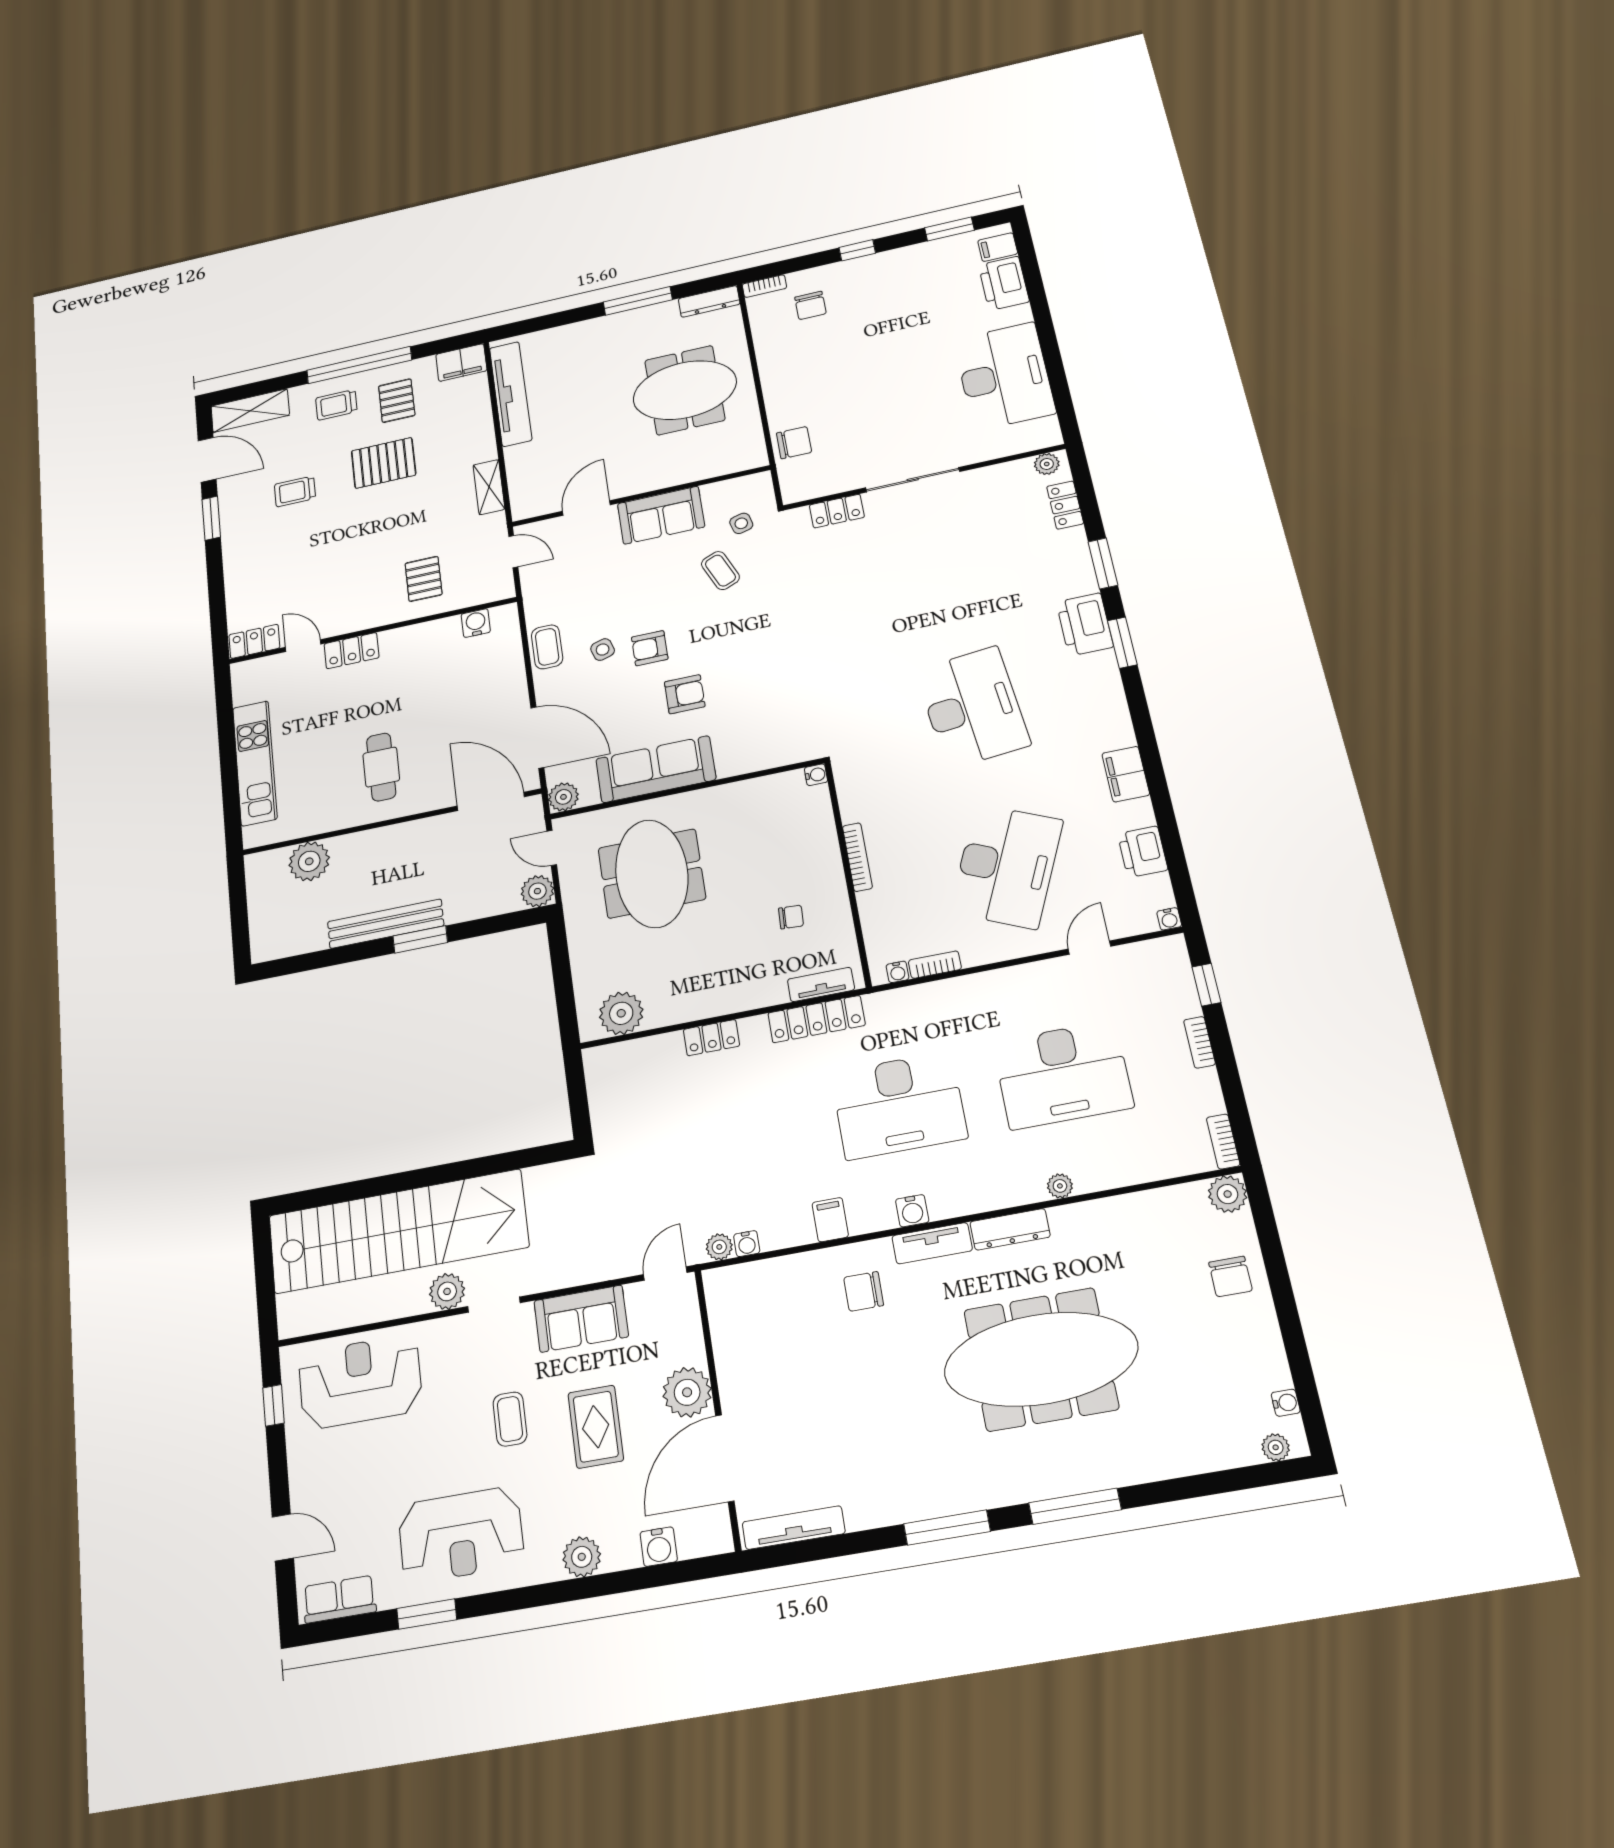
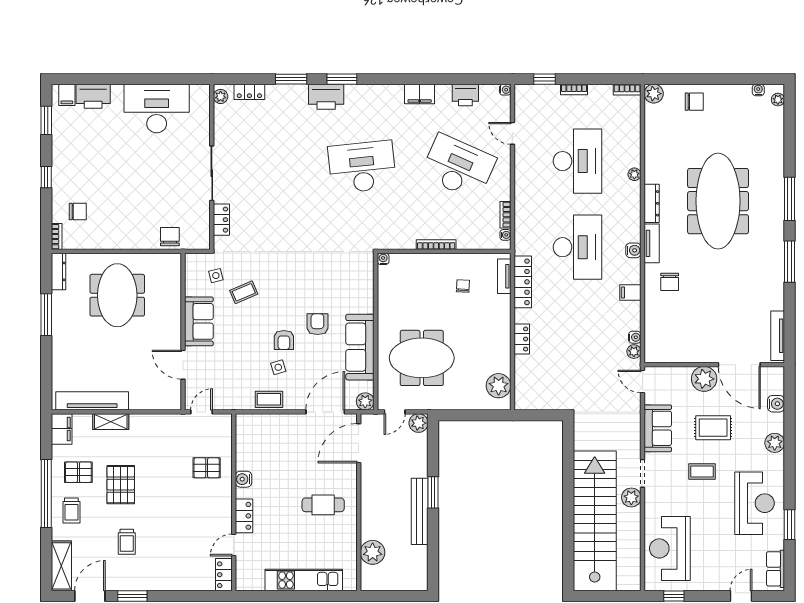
shelving: (489, 487) -> (111, 422), moved
water cooler: (476, 623) -> (244, 479), moved

